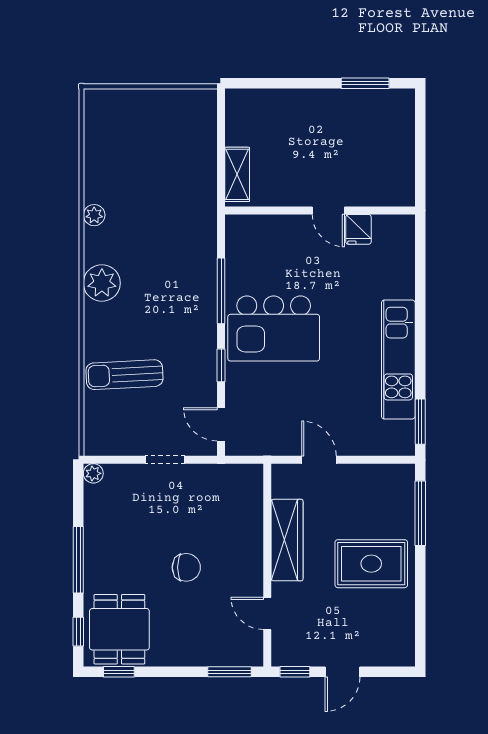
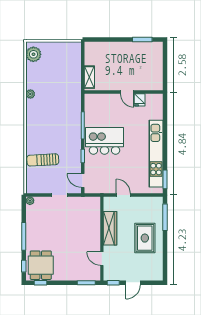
plant: (102, 283) -> (33, 54), moved
kitchen island: (274, 329) -> (104, 141), turned 180
kitchen unit: (398, 360) -> (156, 154), width x1.36
rug: (371, 564) -> (145, 238), turned 90
chair: (186, 567) -> (68, 240), removed

